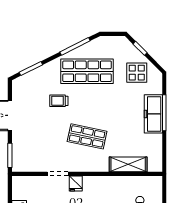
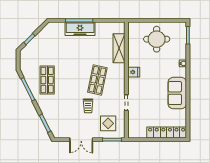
shop shelf: (87, 71) -> (47, 80), width x0.70, depth x0.74
display table: (137, 73) -> (108, 123), moved
trolley: (59, 101) -> (88, 106), moved
fridge: (76, 183) -> (134, 72), moved

